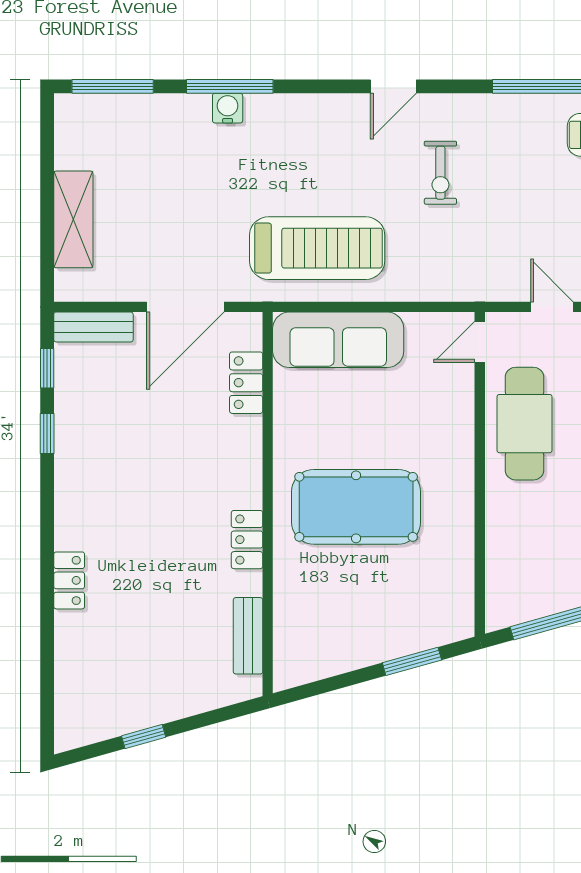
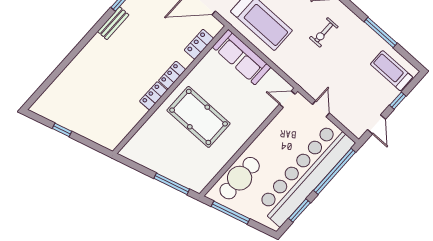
cafe table: (525, 424) -> (240, 178), moved
locker: (69, 580) -> (172, 75), moved, turned 180
bench: (248, 636) -> (113, 23), moved
window: (412, 661) -> (172, 184), width x1.44

